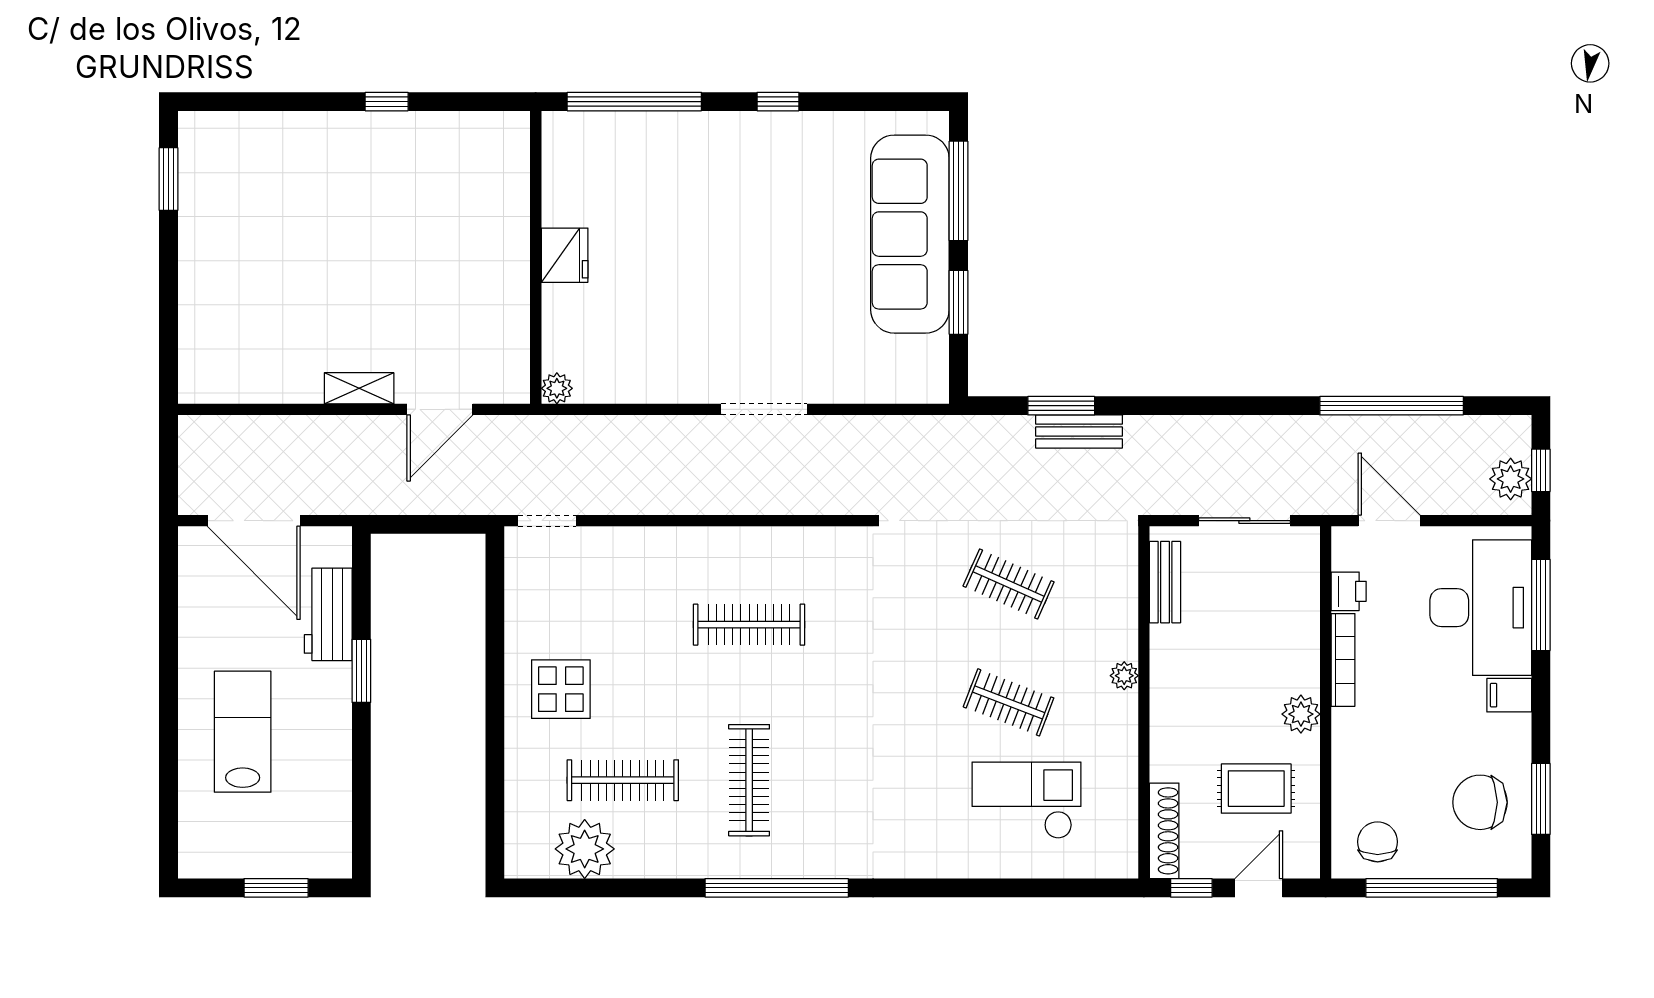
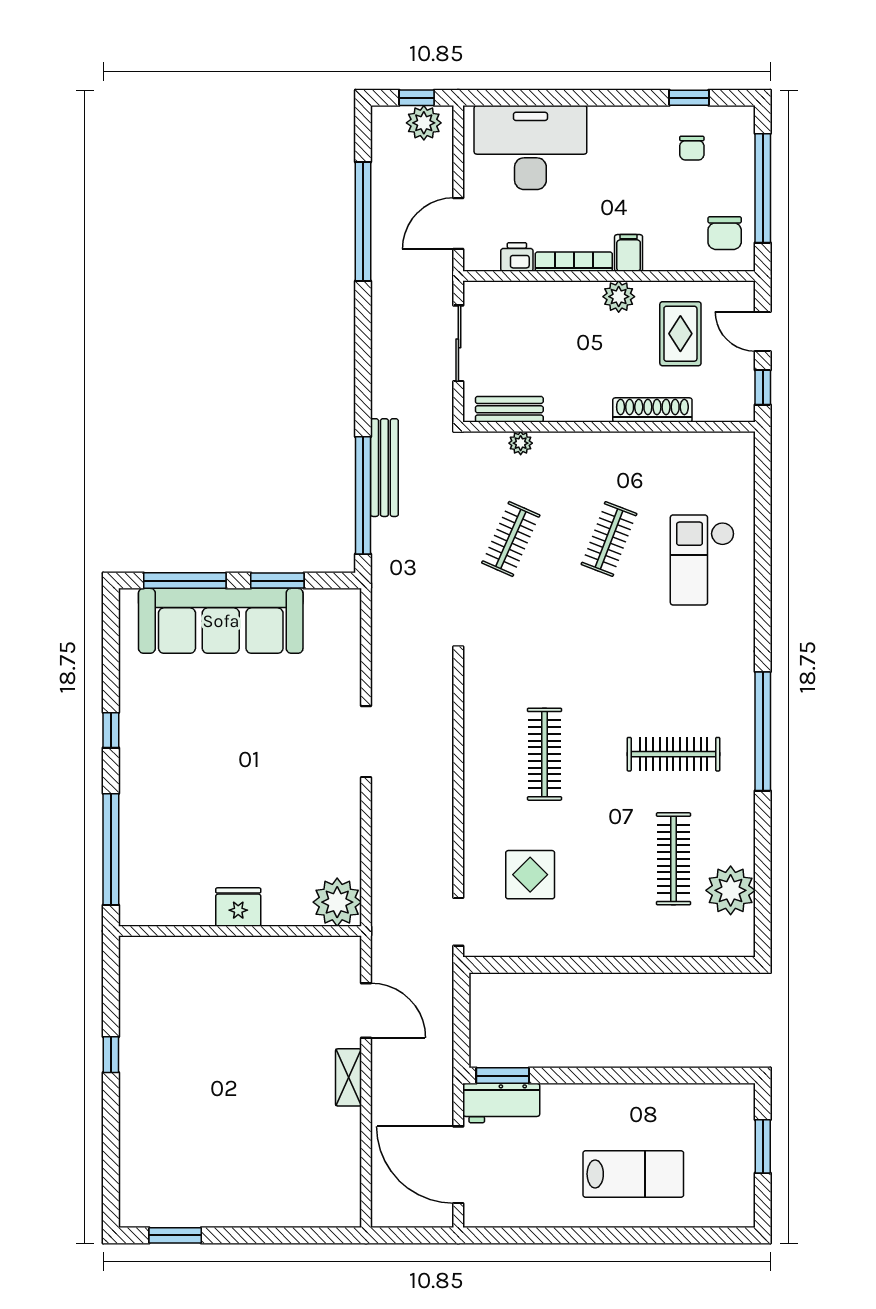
plant: (557, 388) -> (337, 902), width x1.88, depth x1.88
window: (1061, 406) -> (363, 495), width x2.11
bench: (1079, 432) -> (384, 468), width x1.36
door: (254, 521) -> (458, 1165), swing flipped
window: (1541, 605) -> (528, 98), removed
workbench: (328, 614) -> (501, 1103), moved
window: (361, 671) -> (503, 1076), moved
plant: (1124, 676) -> (521, 443), moved
display table: (561, 689) -> (530, 875), moved
filing cabinet: (1509, 695) -> (629, 253), moved, turned 180
lab bench: (243, 732) -> (633, 1174), turned 180
window: (1541, 799) -> (689, 98), width x0.67
checkout: (1027, 800) -> (702, 560), moved
chair: (1480, 802) -> (692, 148), width x0.54, depth x0.54
shoe rack: (1164, 831) -> (652, 410), moved
chair: (1378, 842) -> (725, 233), turned -90

